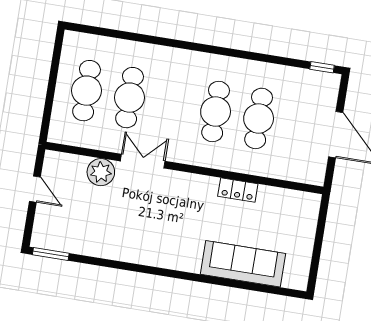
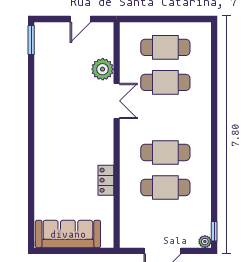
plant: (333, 81) -> (205, 242), added
sofa: (243, 264) -> (68, 234), moved, turned -90

